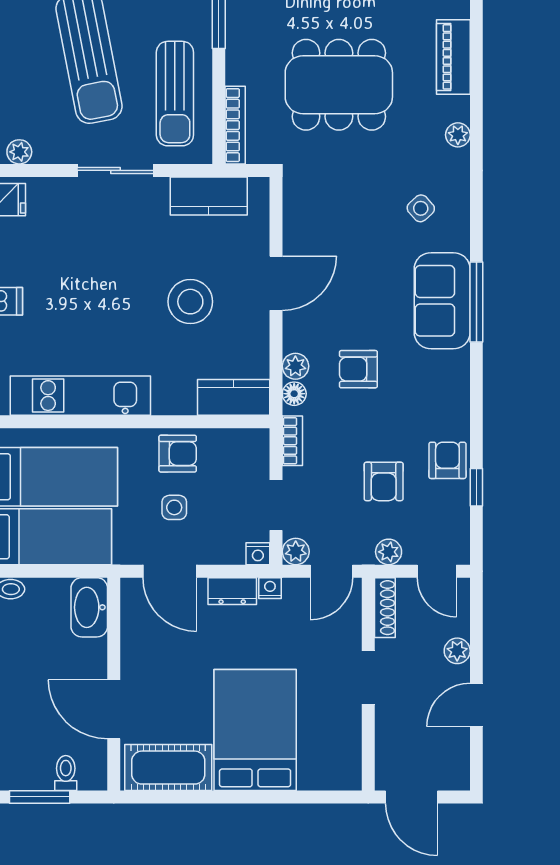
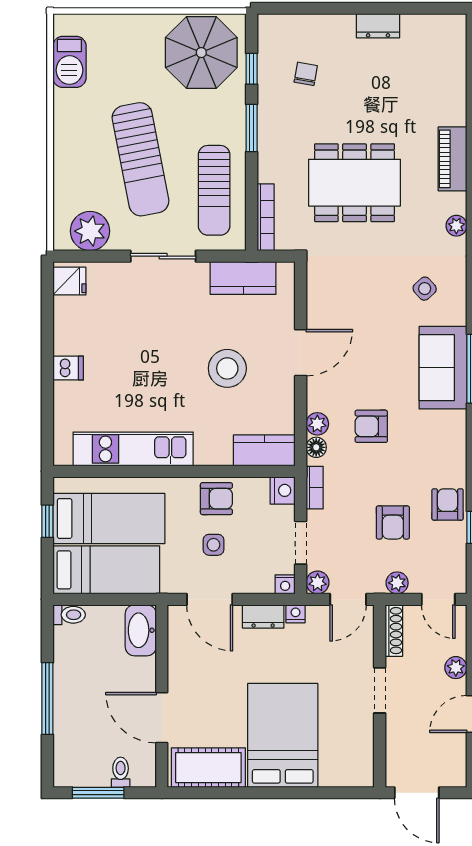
plant: (19, 152) -> (90, 231), width x1.87, depth x1.87
nightstand: (255, 444) -> (283, 490), added

